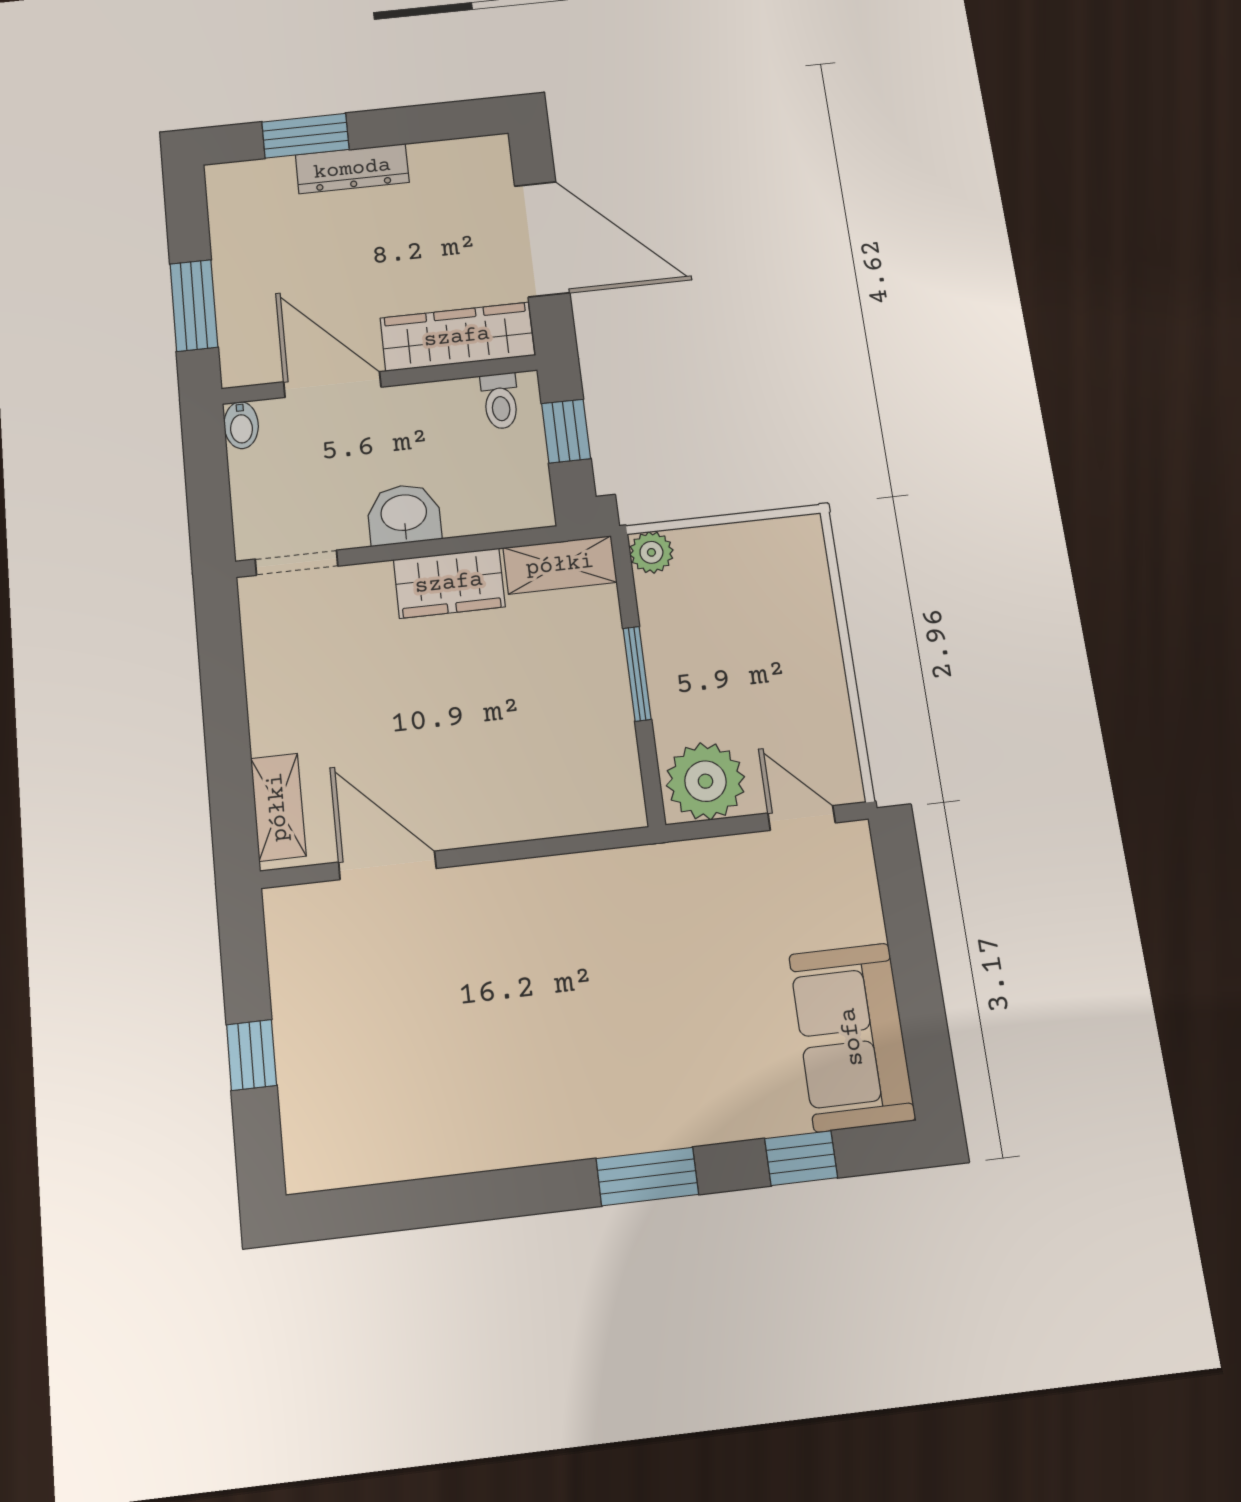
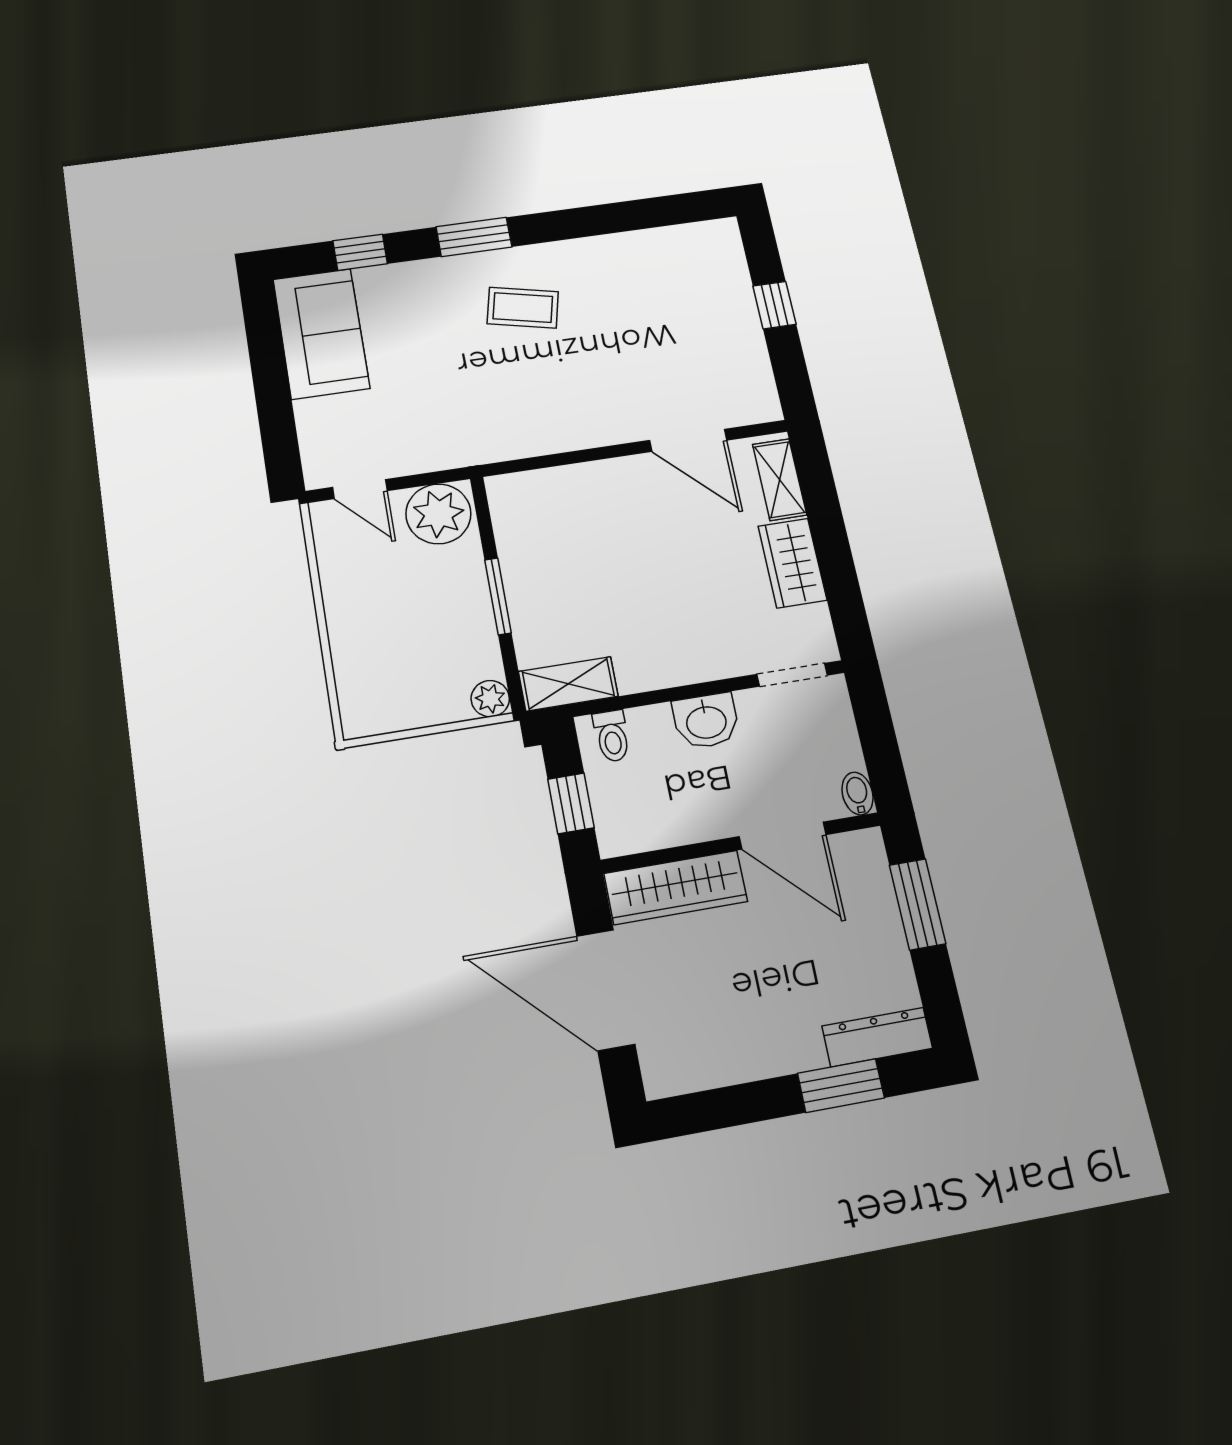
dresser: (352, 169) -> (877, 1037), moved
toilet: (500, 401) -> (612, 736), moved, turned 180
wardrobe: (449, 583) -> (792, 563), moved, turned -90
coffee table: (587, 1065) -> (523, 308), added

